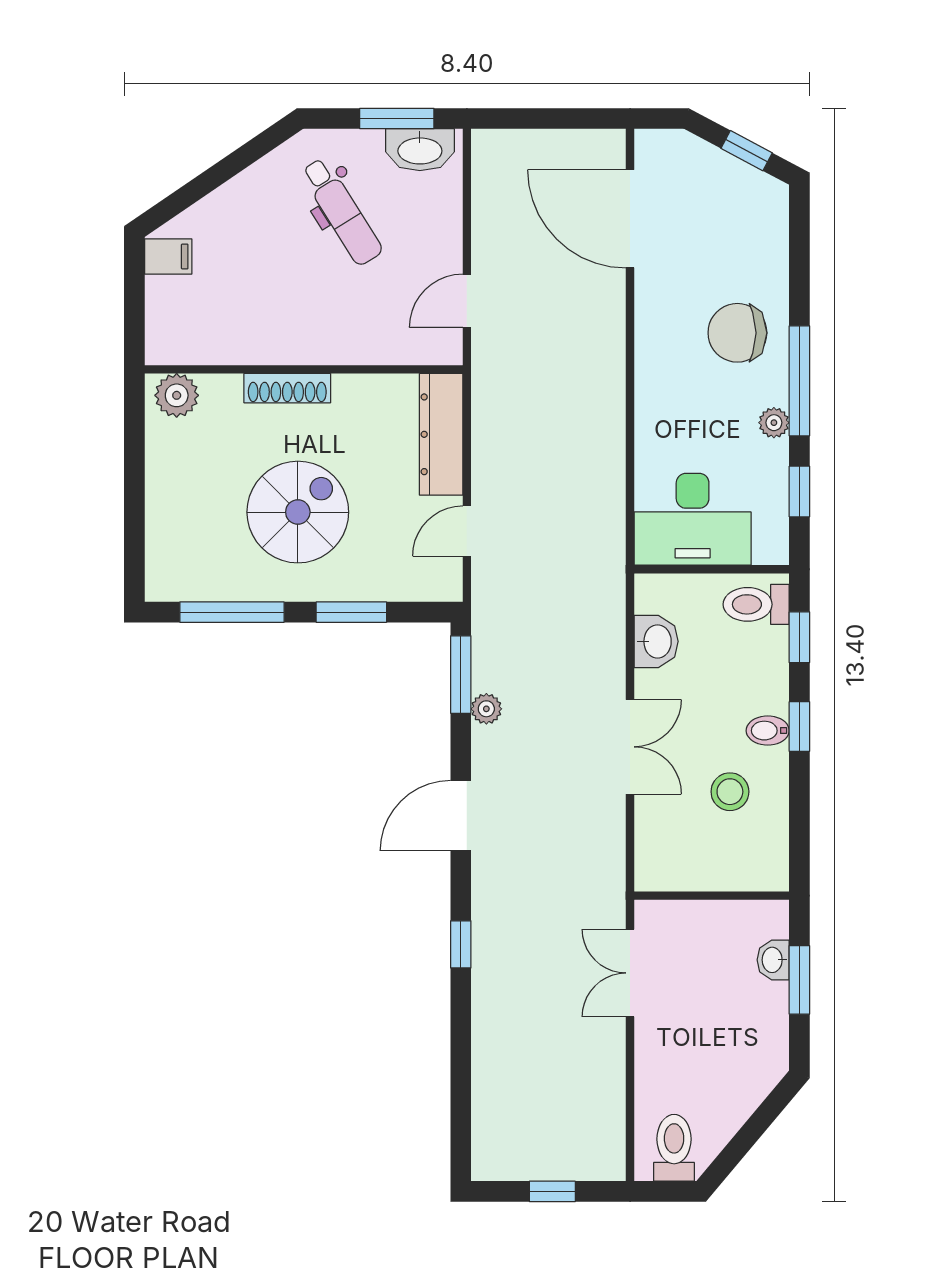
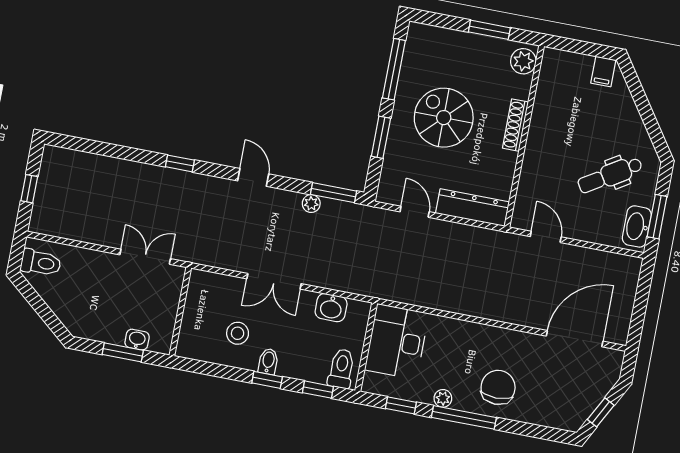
window: (134, 463) -> (489, 30), added
spiral stairs: (298, 512) -> (444, 118), turned 180
door: (461, 816) -> (253, 177), width x0.73

